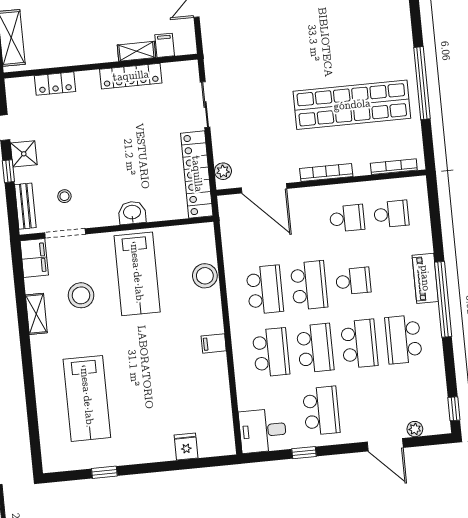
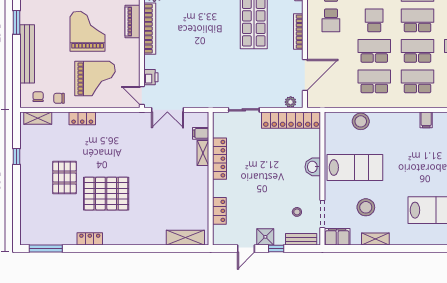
school desk: (347, 218) -> (331, 20), turned 180
filing cabinet: (214, 343) -> (426, 120), moved

